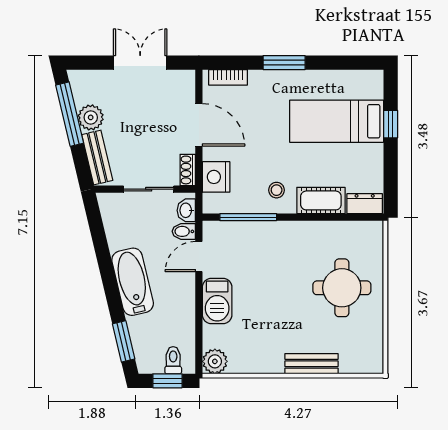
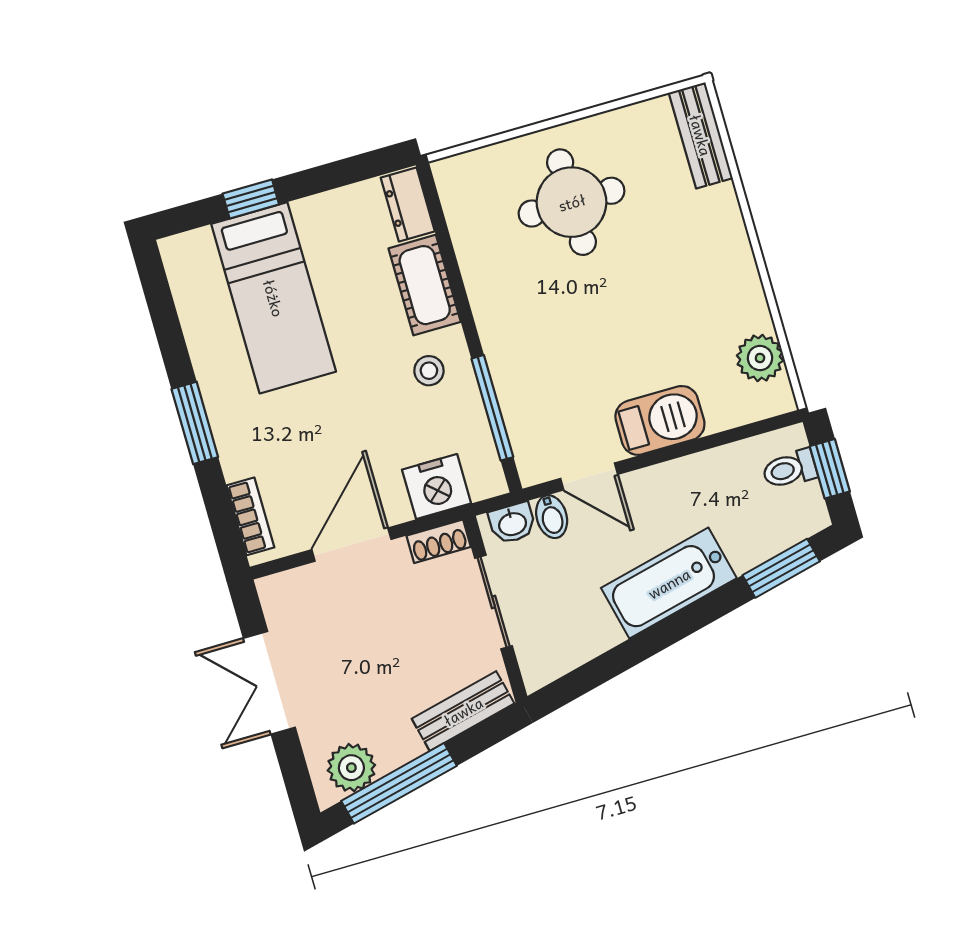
plant: (91, 117) -> (351, 768), moved
plant: (215, 361) -> (760, 358), moved
bench: (312, 364) -> (701, 135), moved

